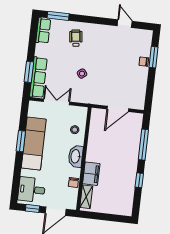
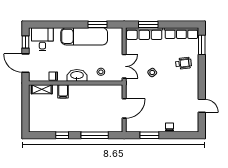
door: (125, 24) -> (202, 106), hinge flipped
row of seats: (43, 31) -> (181, 33), width x1.48
window: (153, 57) -> (149, 135), moved
double door: (56, 102) -> (124, 66), moved
door: (118, 109) -> (124, 108), swing flipped
window: (21, 141) -> (97, 24), moved
filing cabinet: (91, 174) -> (63, 91), width x0.50

